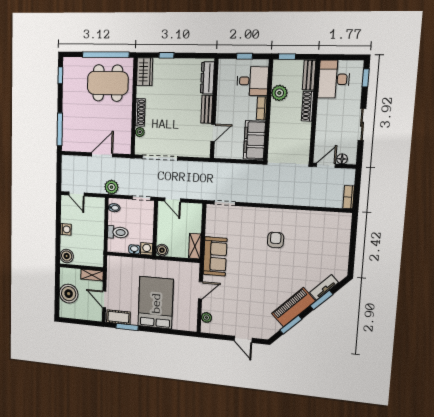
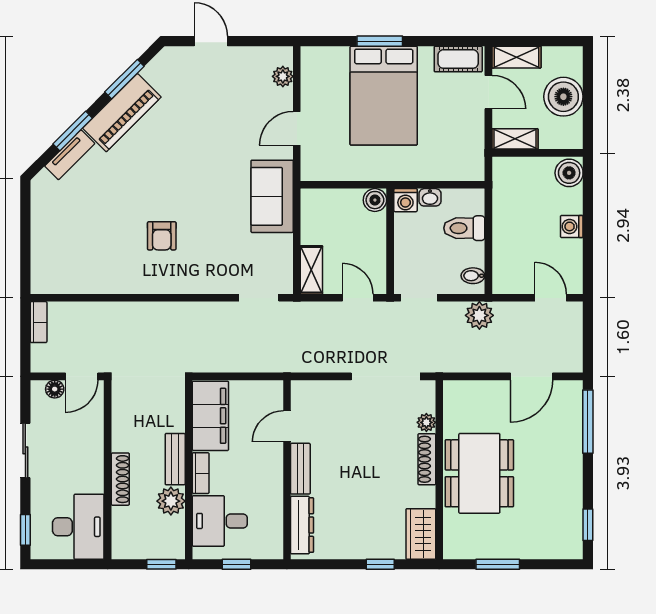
window: (106, 55) -> (498, 564), width x0.47
bench: (309, 75) -> (175, 459), moved
dining table: (108, 83) -> (479, 473), moved, turned 90
door: (102, 155) -> (531, 376), moved
shelving: (195, 246) -> (311, 270), moved
shelving: (90, 315) -> (516, 57), added
window: (127, 327) -> (380, 41), moved

